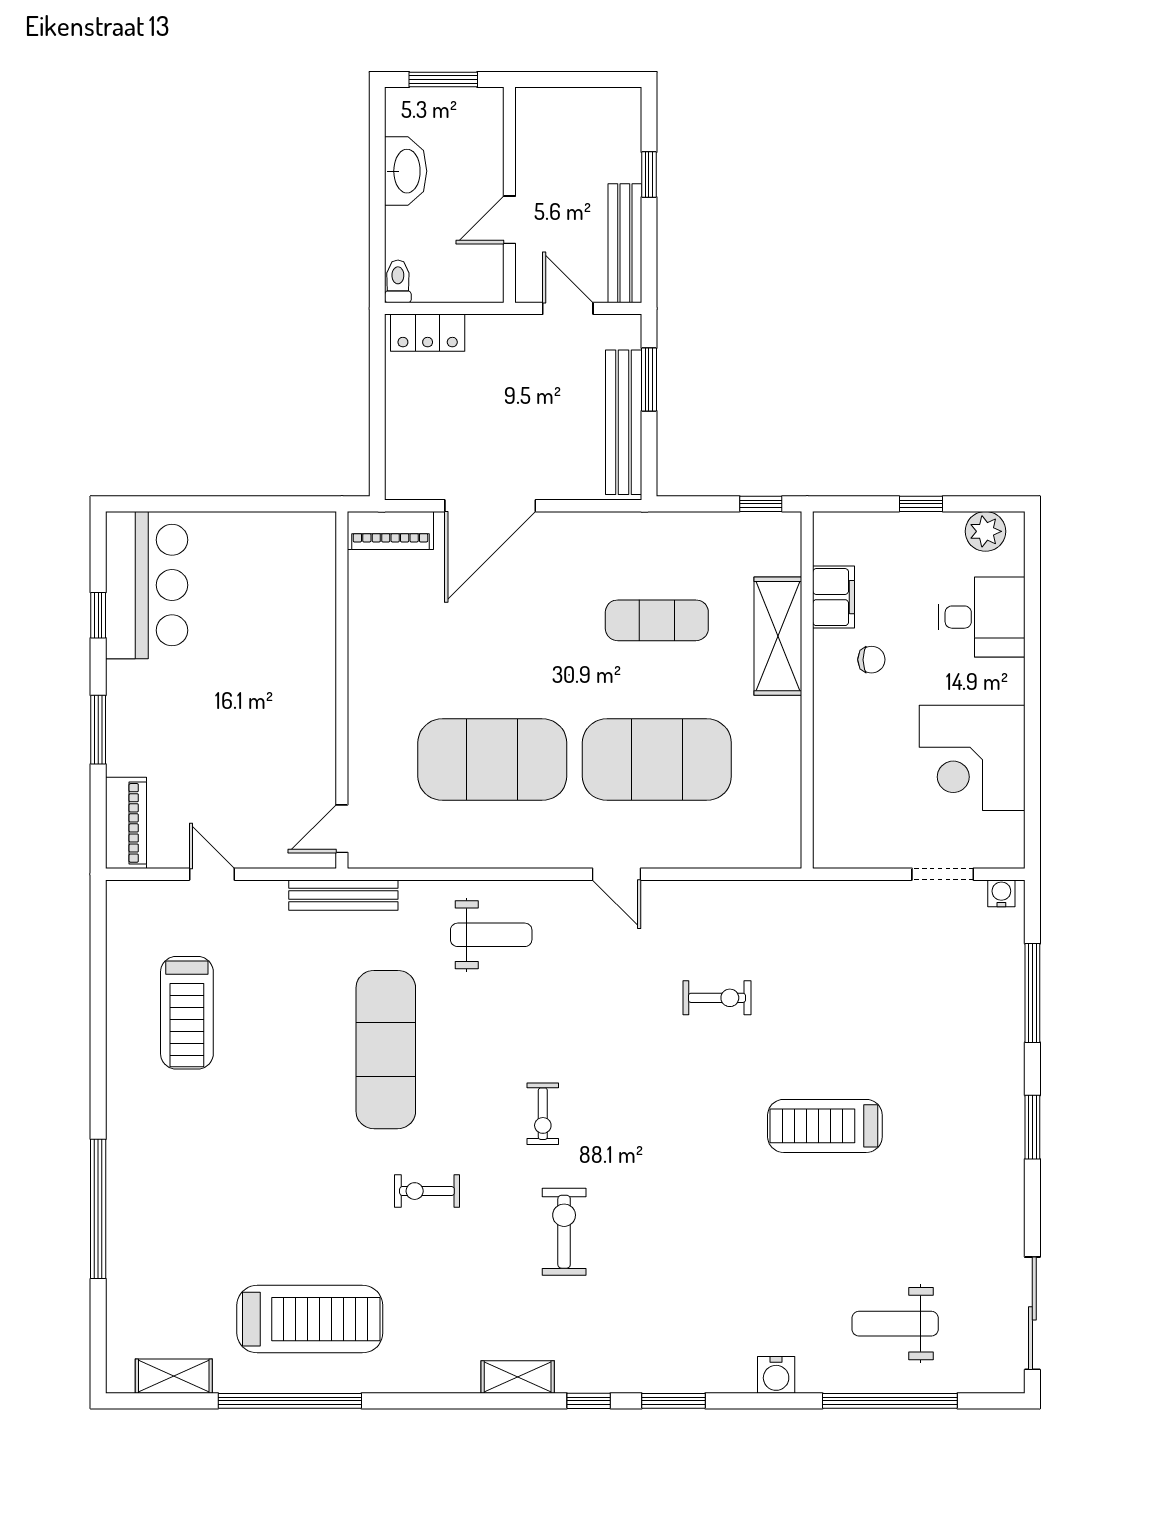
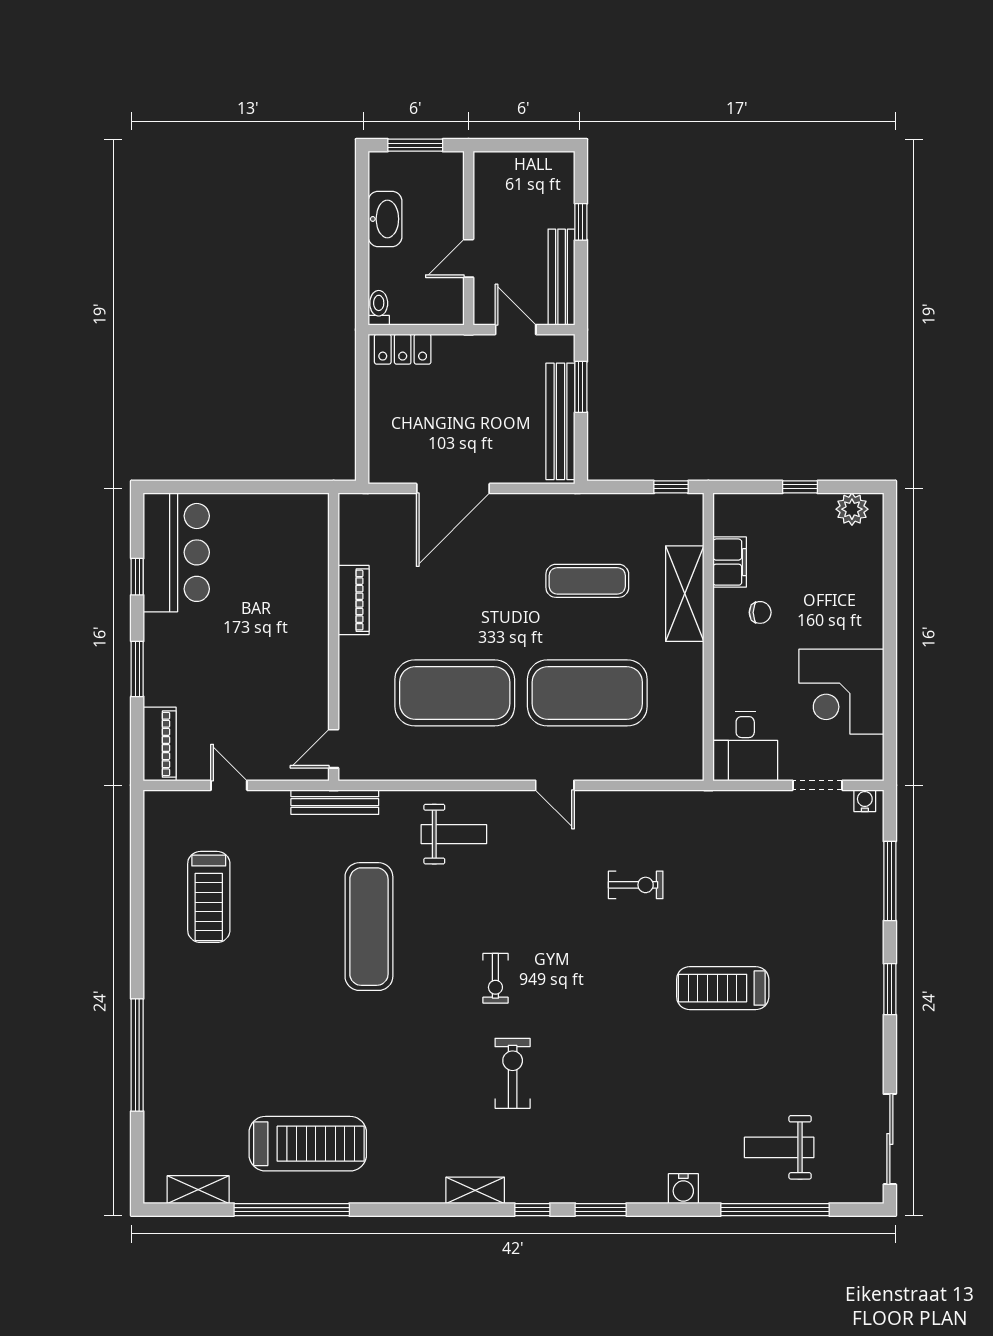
piano: (390, 530) -> (354, 600), moved, turned -90
desk: (982, 617) -> (745, 746), moved, turned 90
exercise bike: (427, 1191) -> (402, 1041), removed

